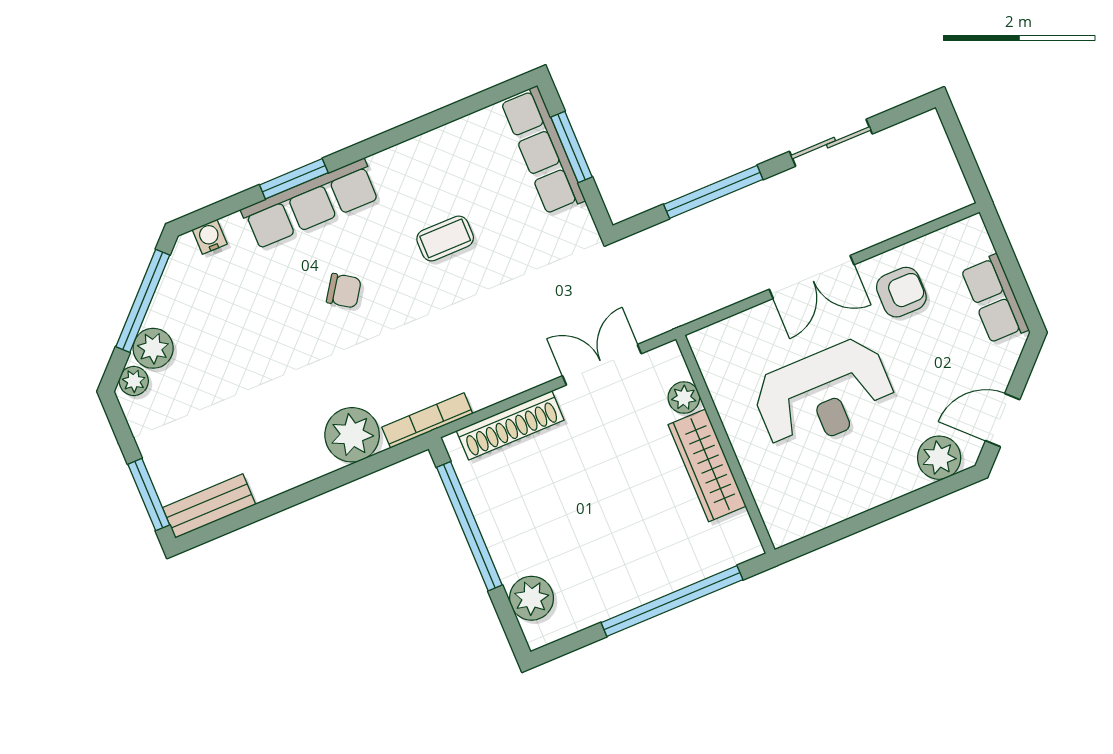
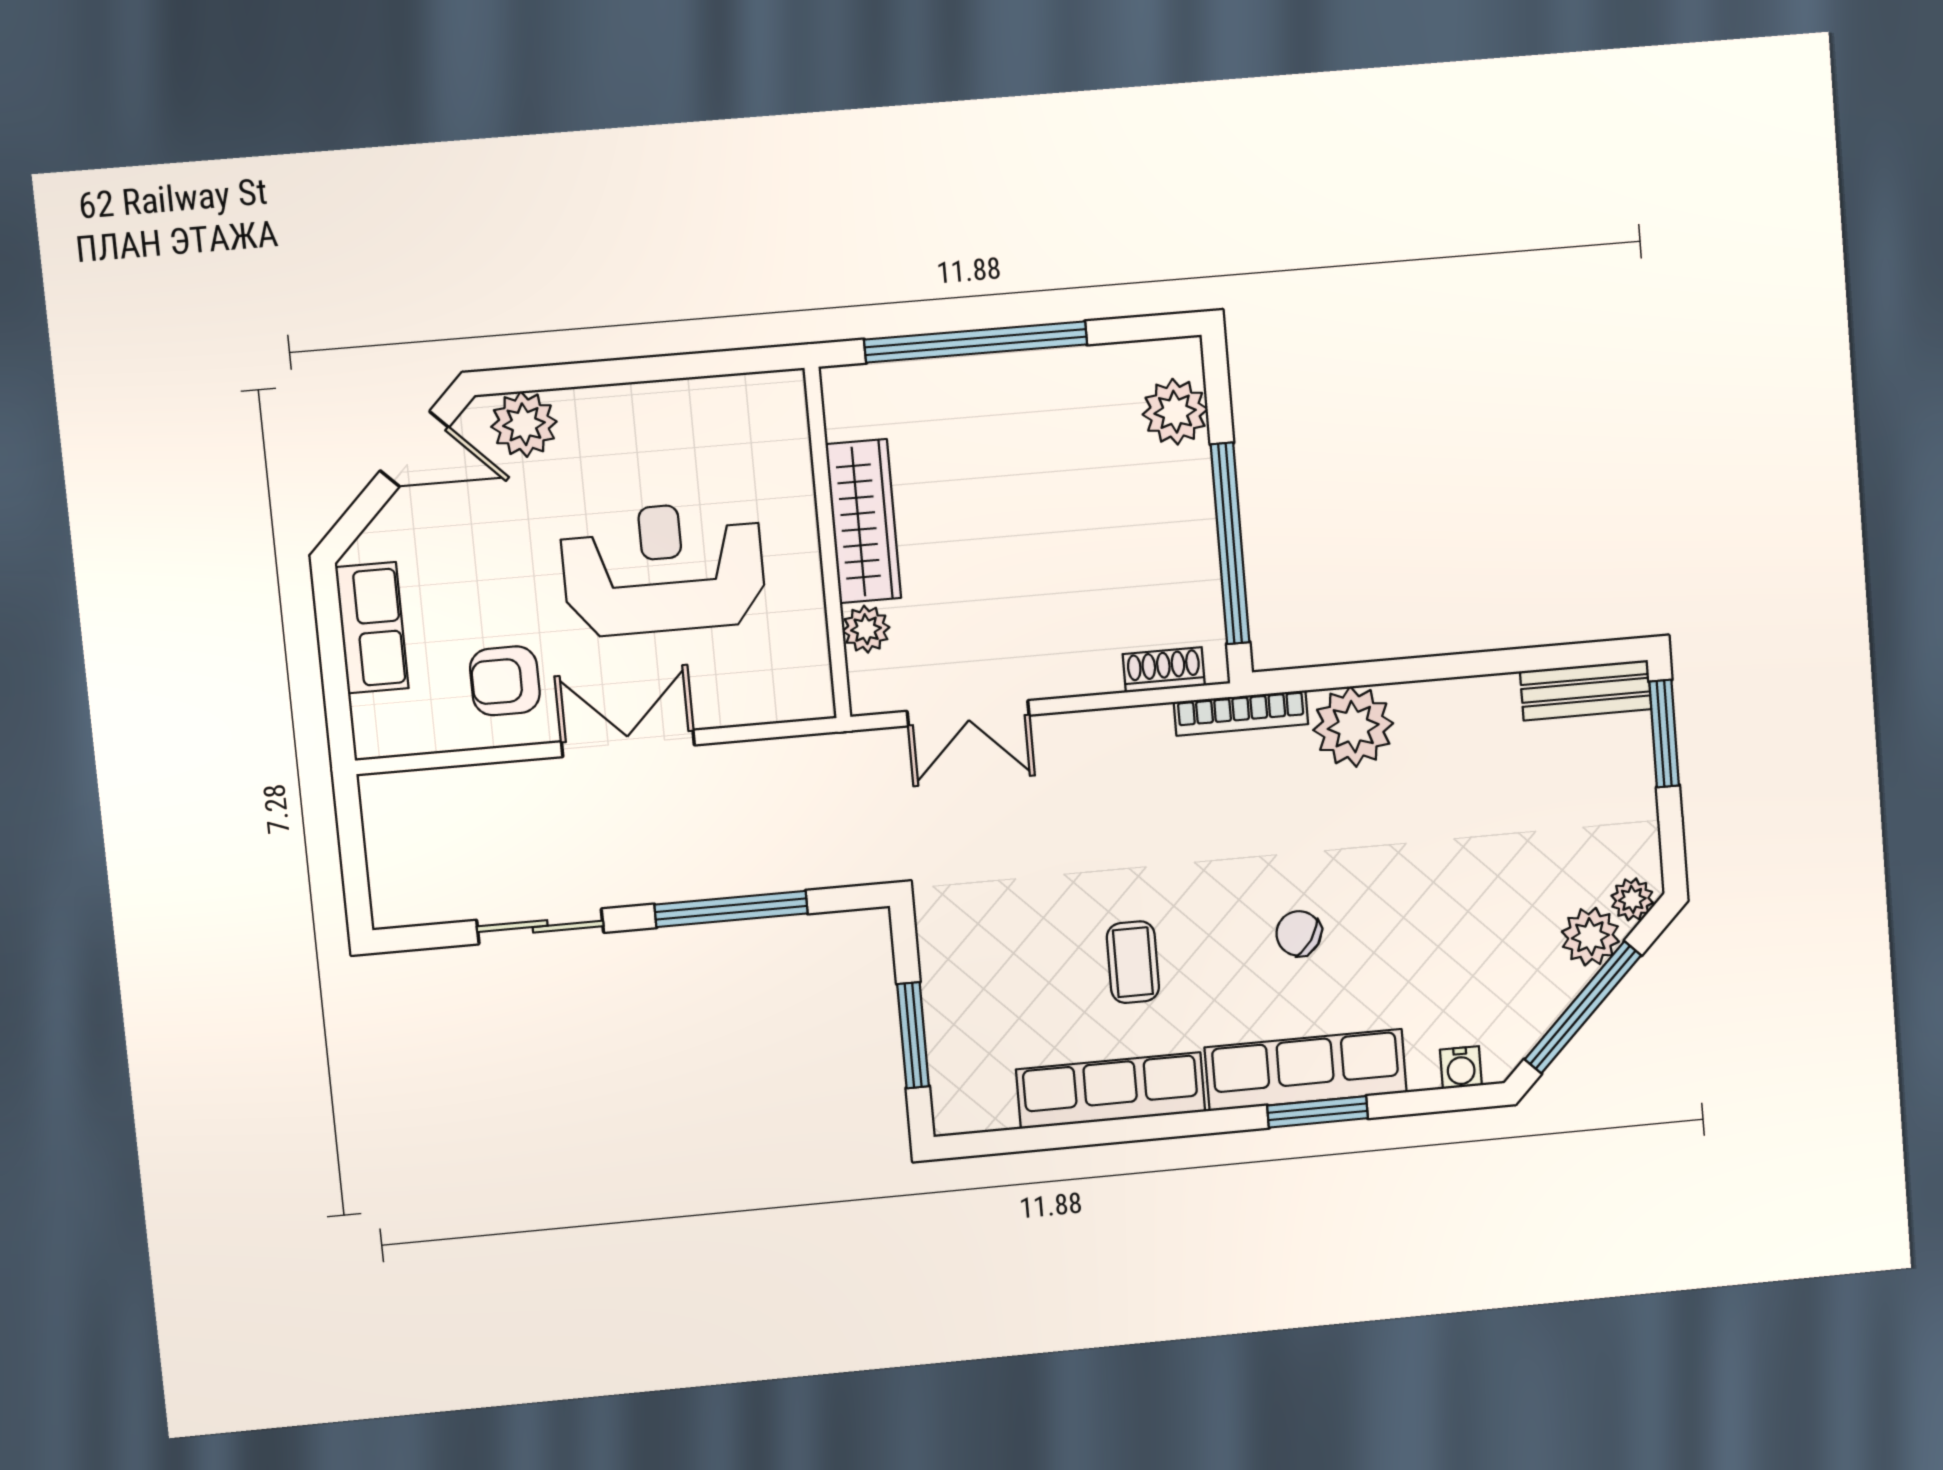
row of seats: (543, 151) -> (1111, 1090), moved, turned -90
coffee table: (445, 238) -> (1133, 962), turned 90
shoe rack: (510, 425) -> (1164, 670), width x0.51, depth x0.81

